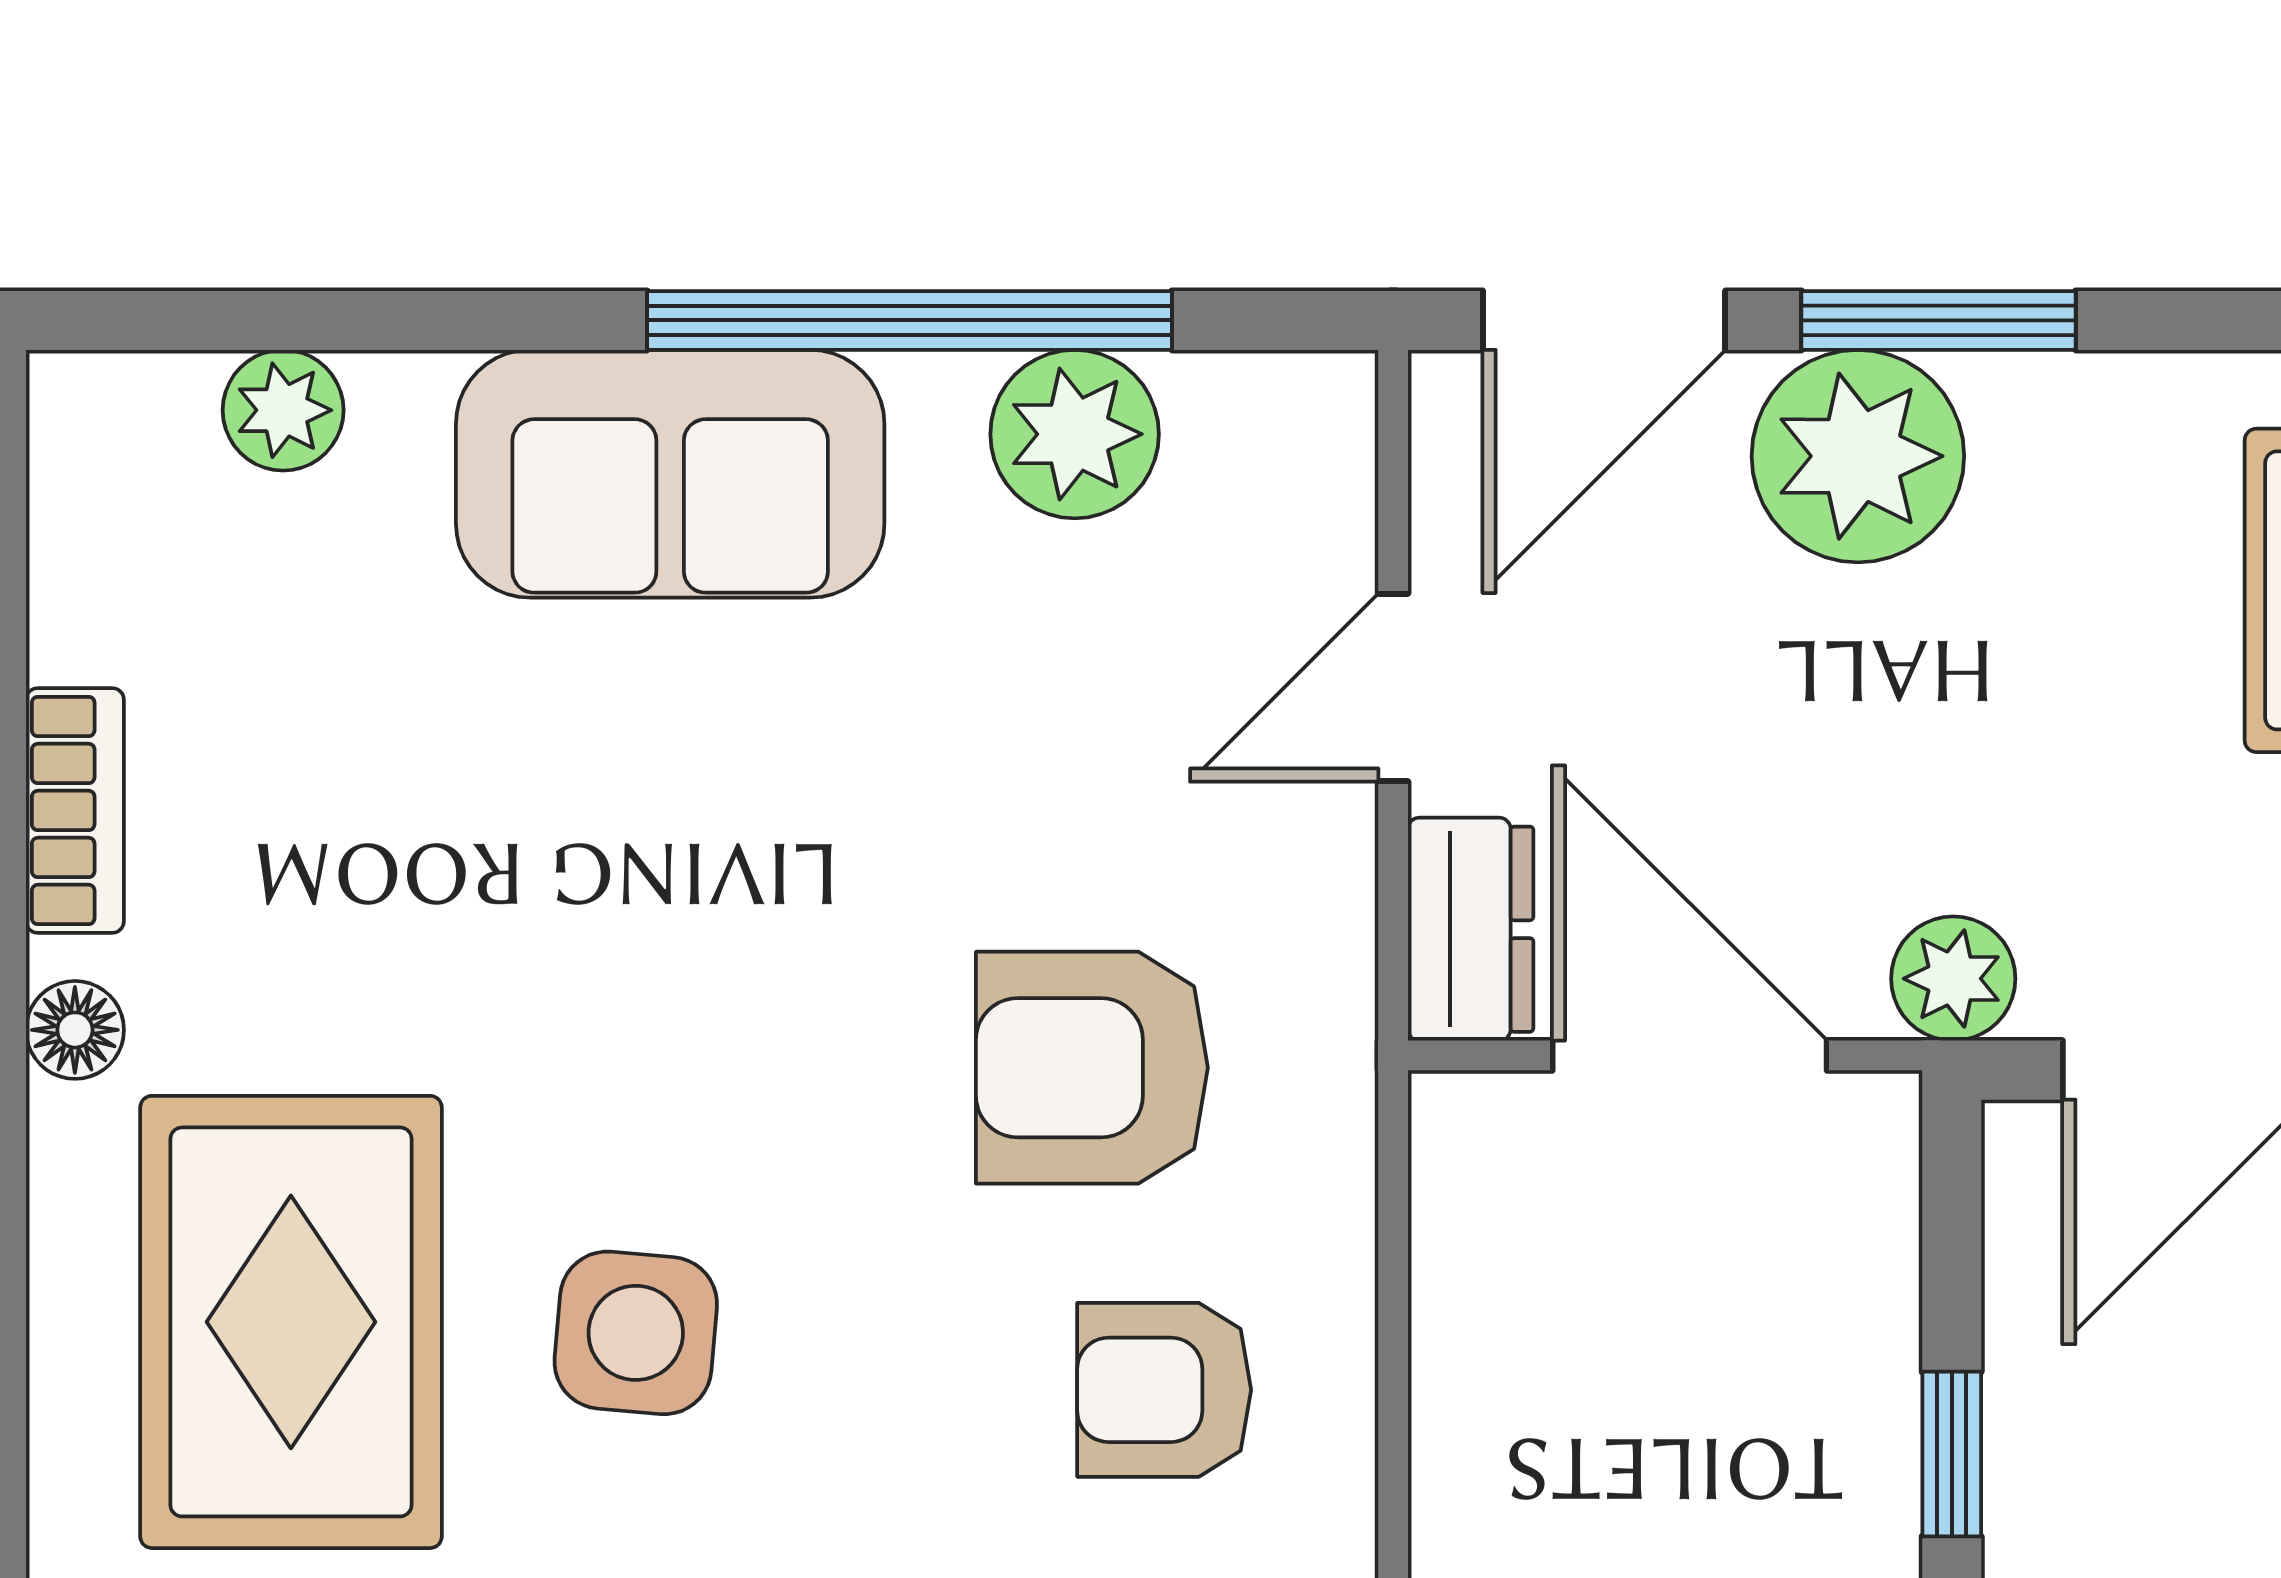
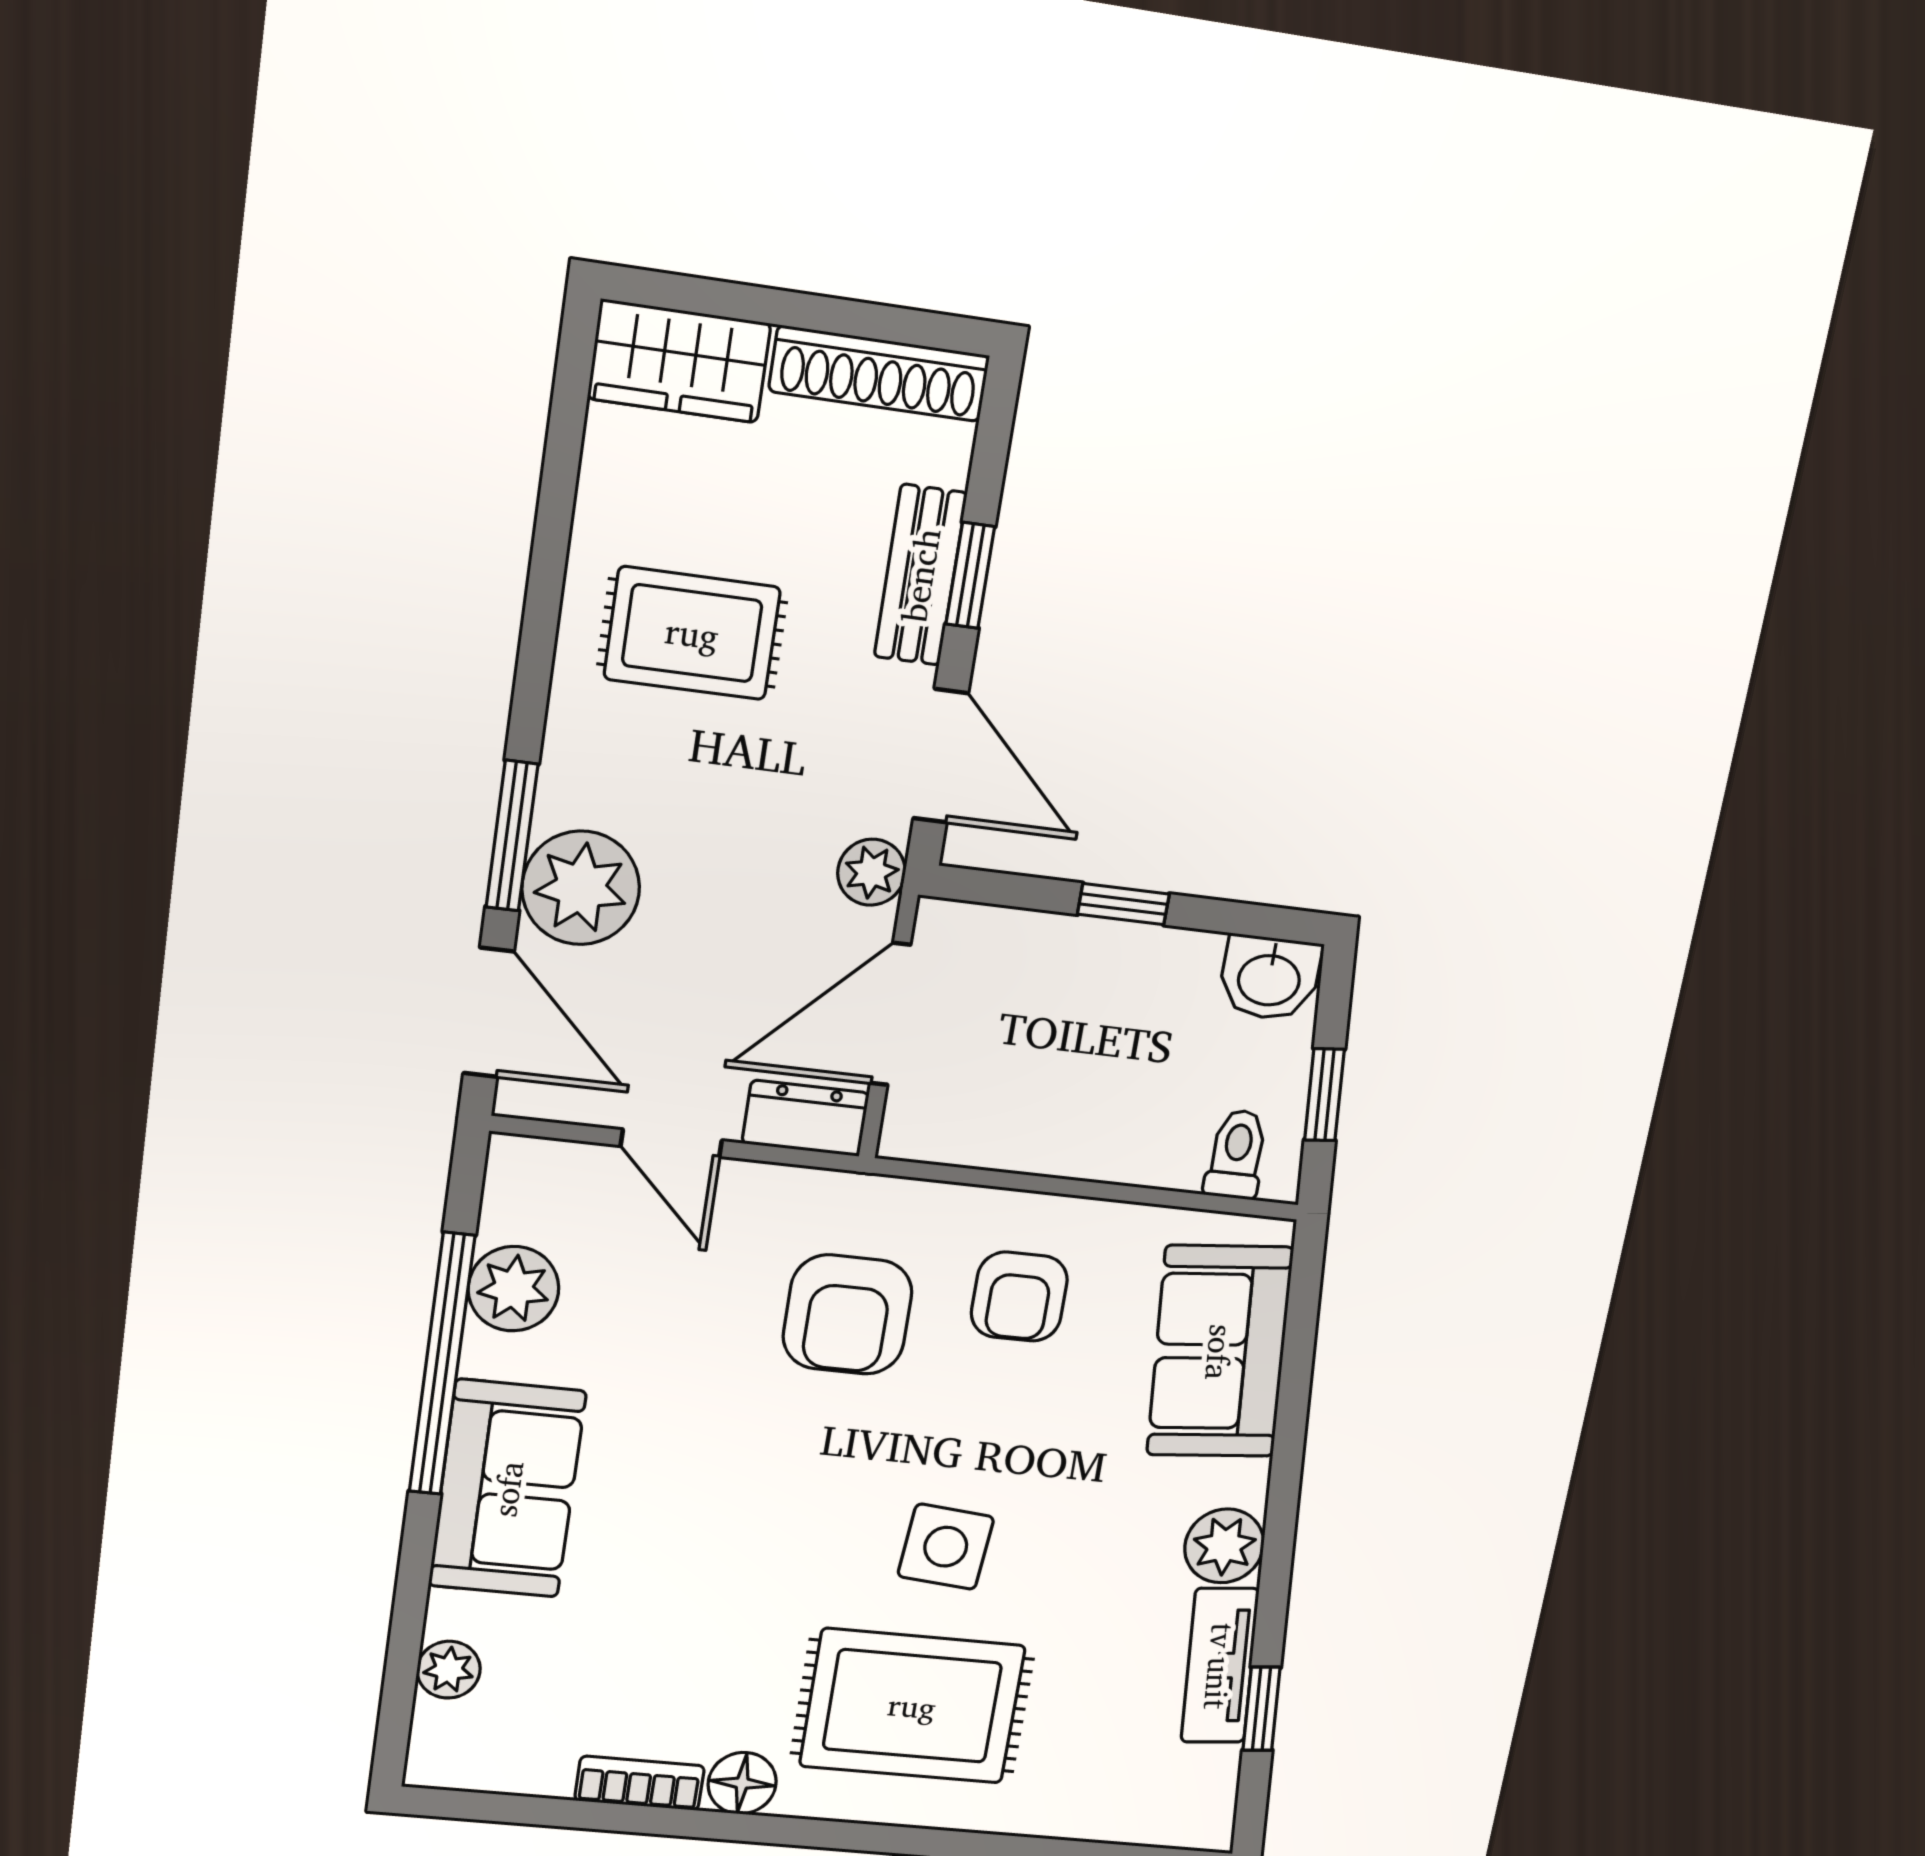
floor lamp: (75, 1030) -> (742, 1783), width x1.37, depth x1.37

